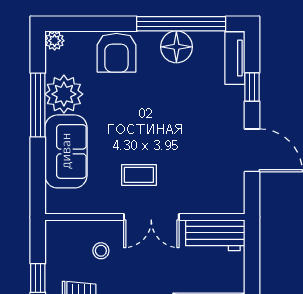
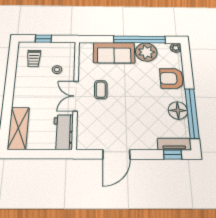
window: (252, 87) -> (173, 155), moved
window: (38, 105) -> (139, 40), width x1.46

